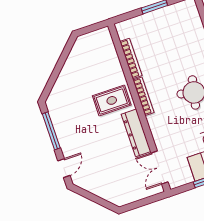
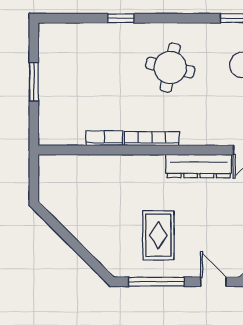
bookcase: (131, 58) -> (104, 138), width x0.64
rug: (112, 100) -> (158, 235), moved

